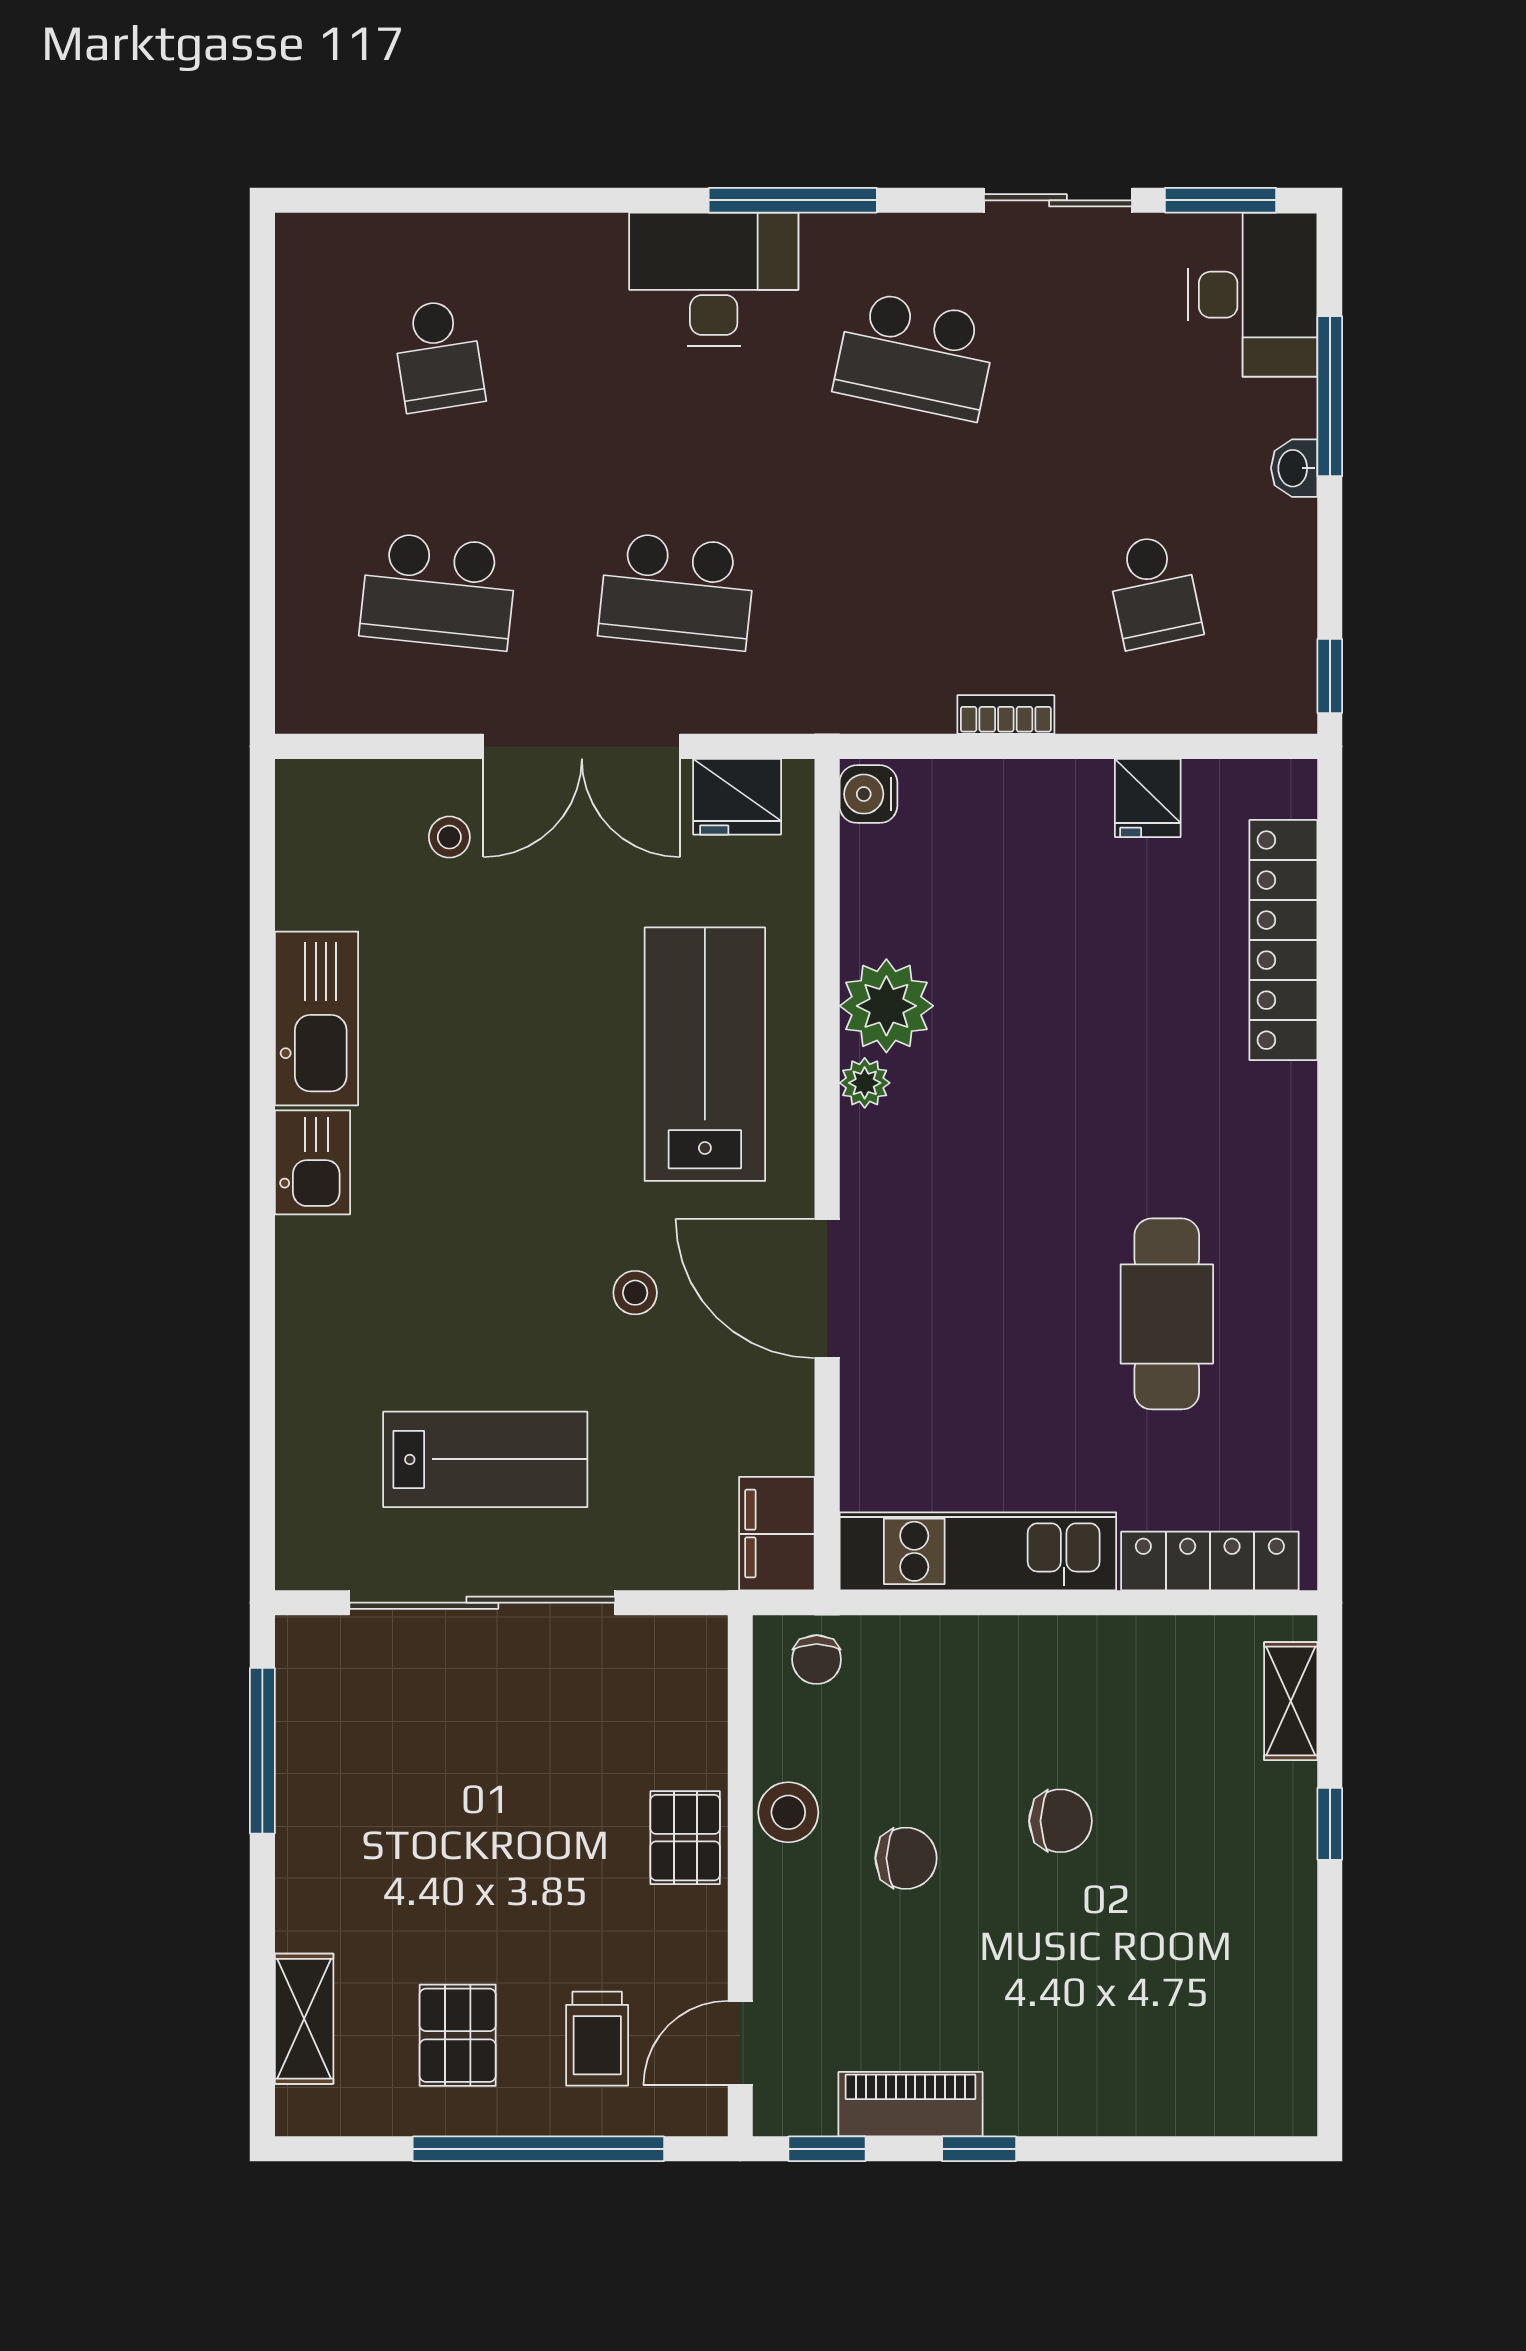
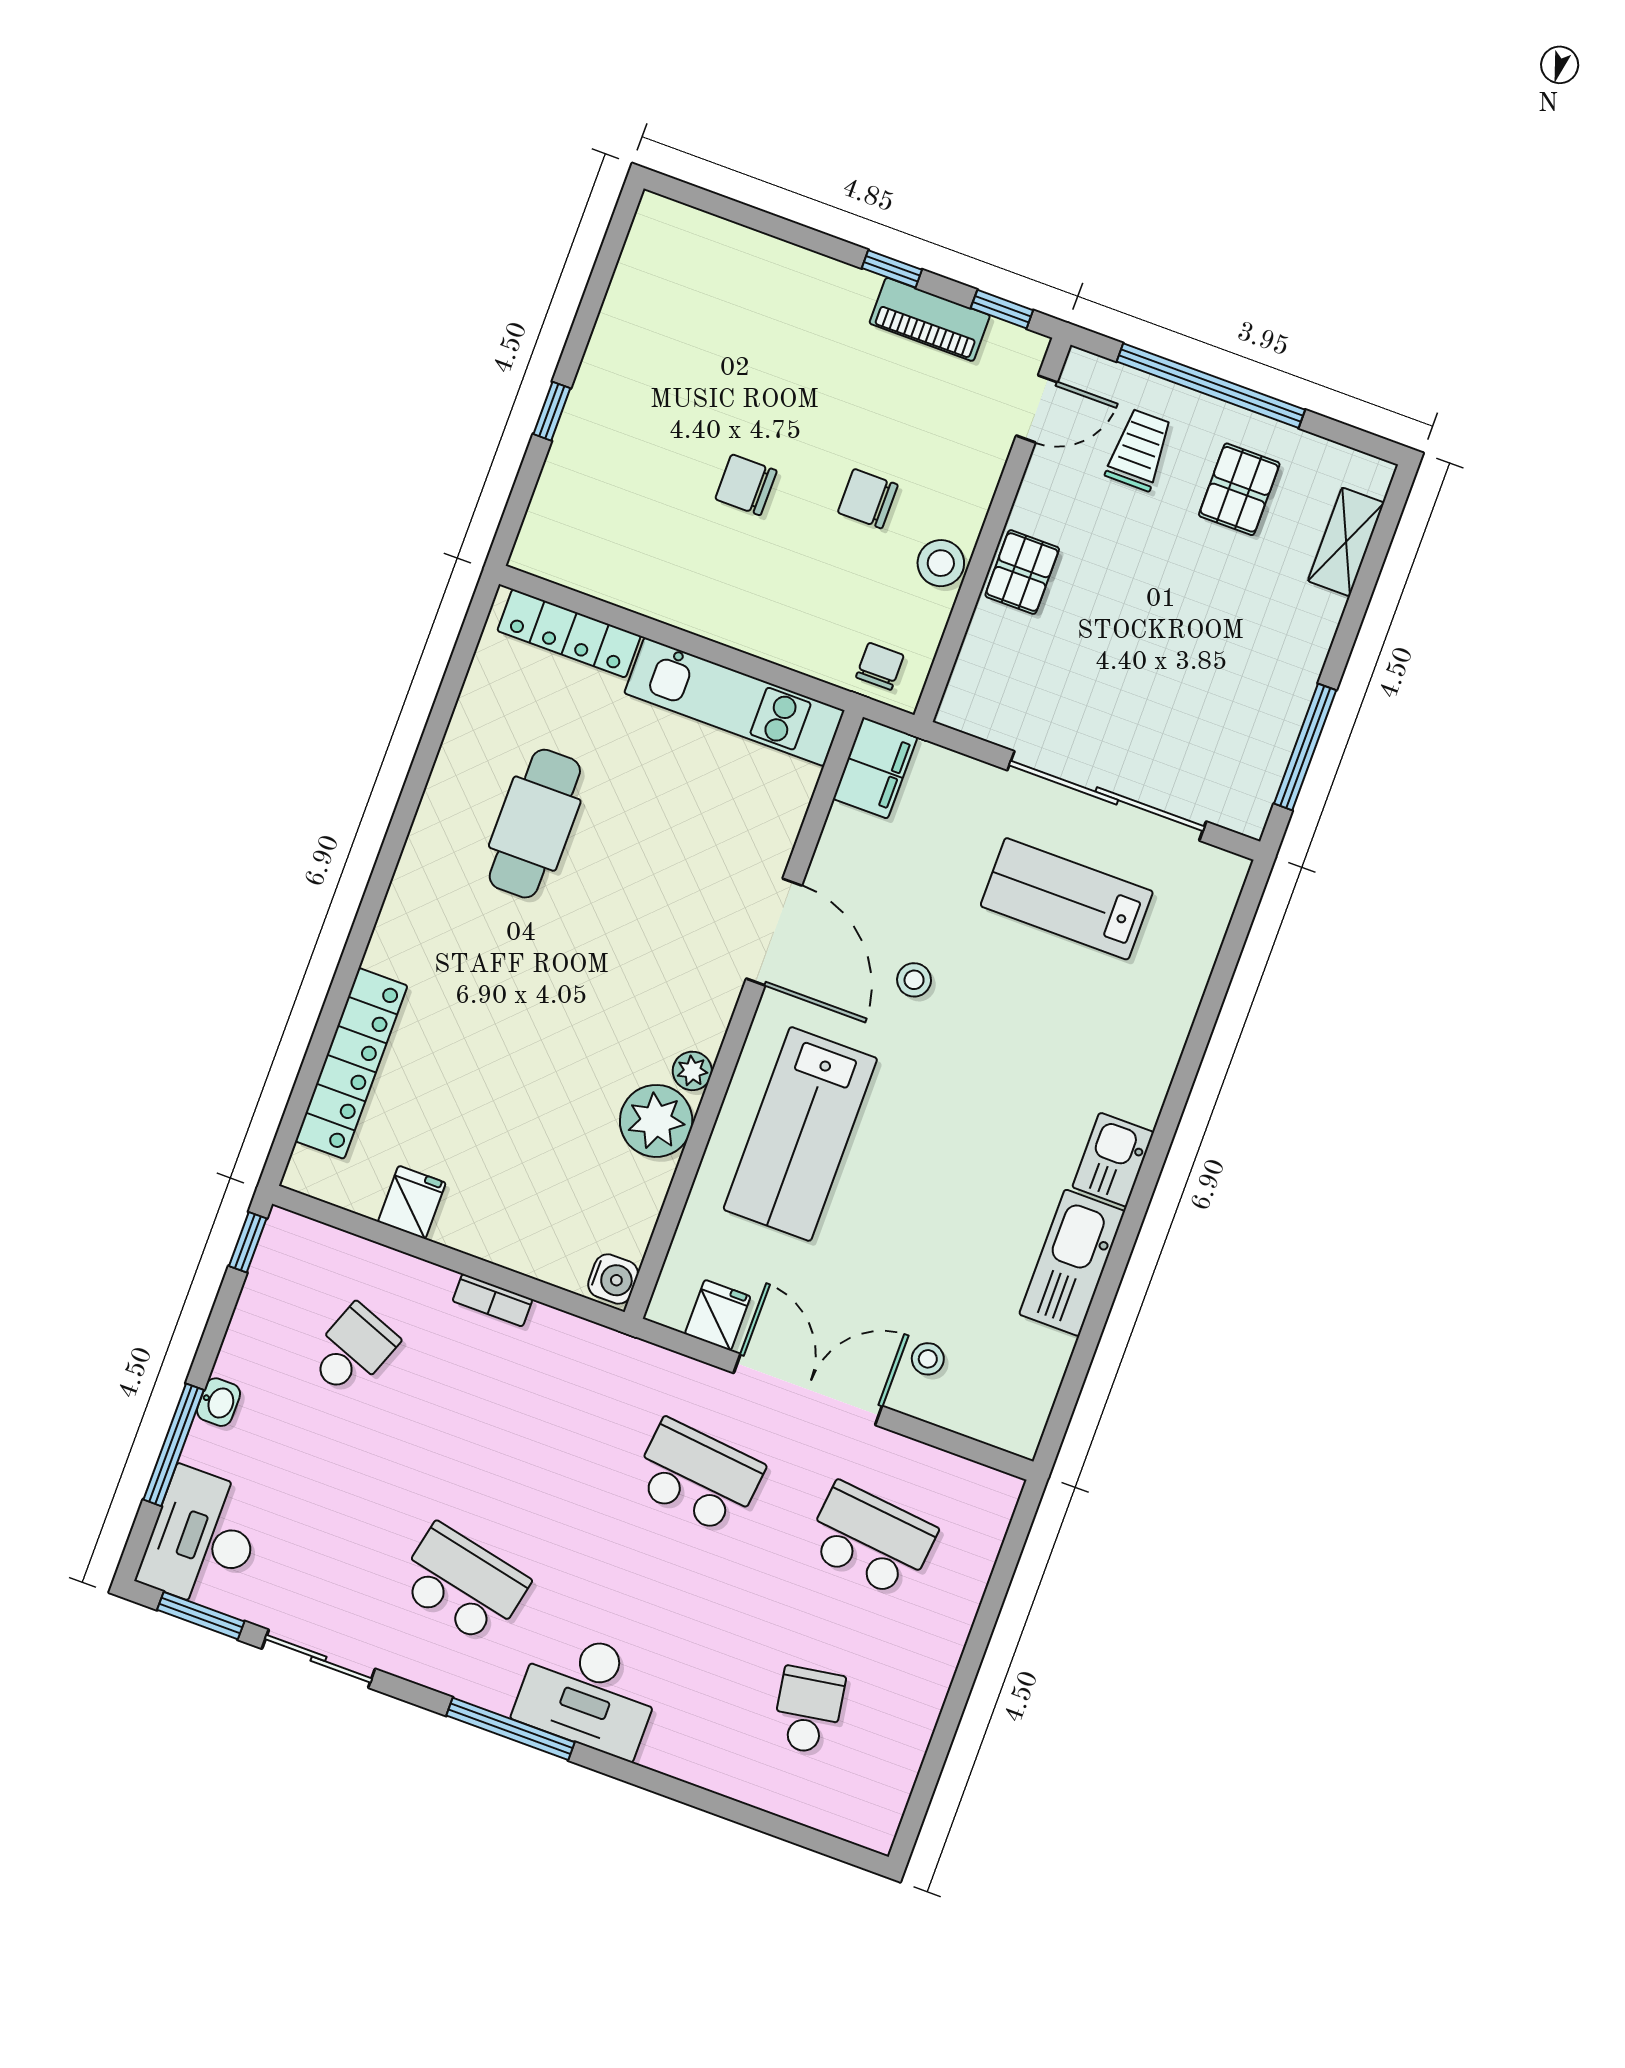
school desk: (1154, 591) -> (353, 1350), turned 33
fridge: (737, 797) -> (718, 1315), width x0.72
shelving: (1291, 1701) -> (548, 510), removed

